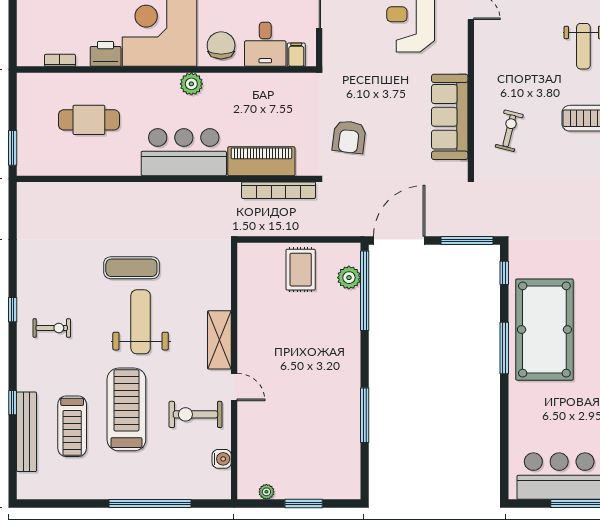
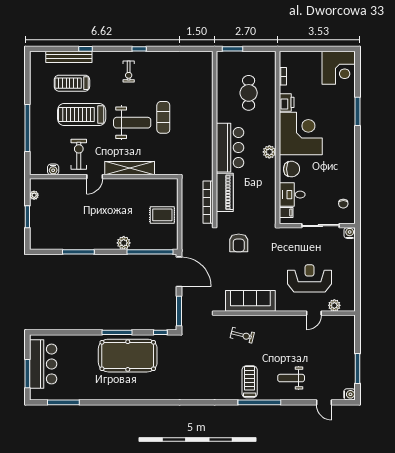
armchair: (349, 137) -> (239, 243), turned -97
plant: (349, 278) -> (124, 243), moved
shelving: (219, 340) -> (130, 168), width x1.47
treadmill: (126, 409) -> (82, 115), turned 180

